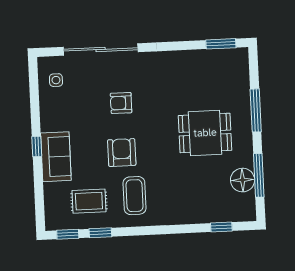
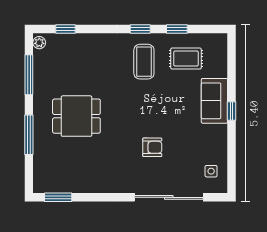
armchair: (122, 153) -> (154, 102), removed
floor lamp: (243, 180) -> (44, 71), removed
plant: (249, 211) -> (39, 43), added
window: (68, 234) -> (140, 29), moved

